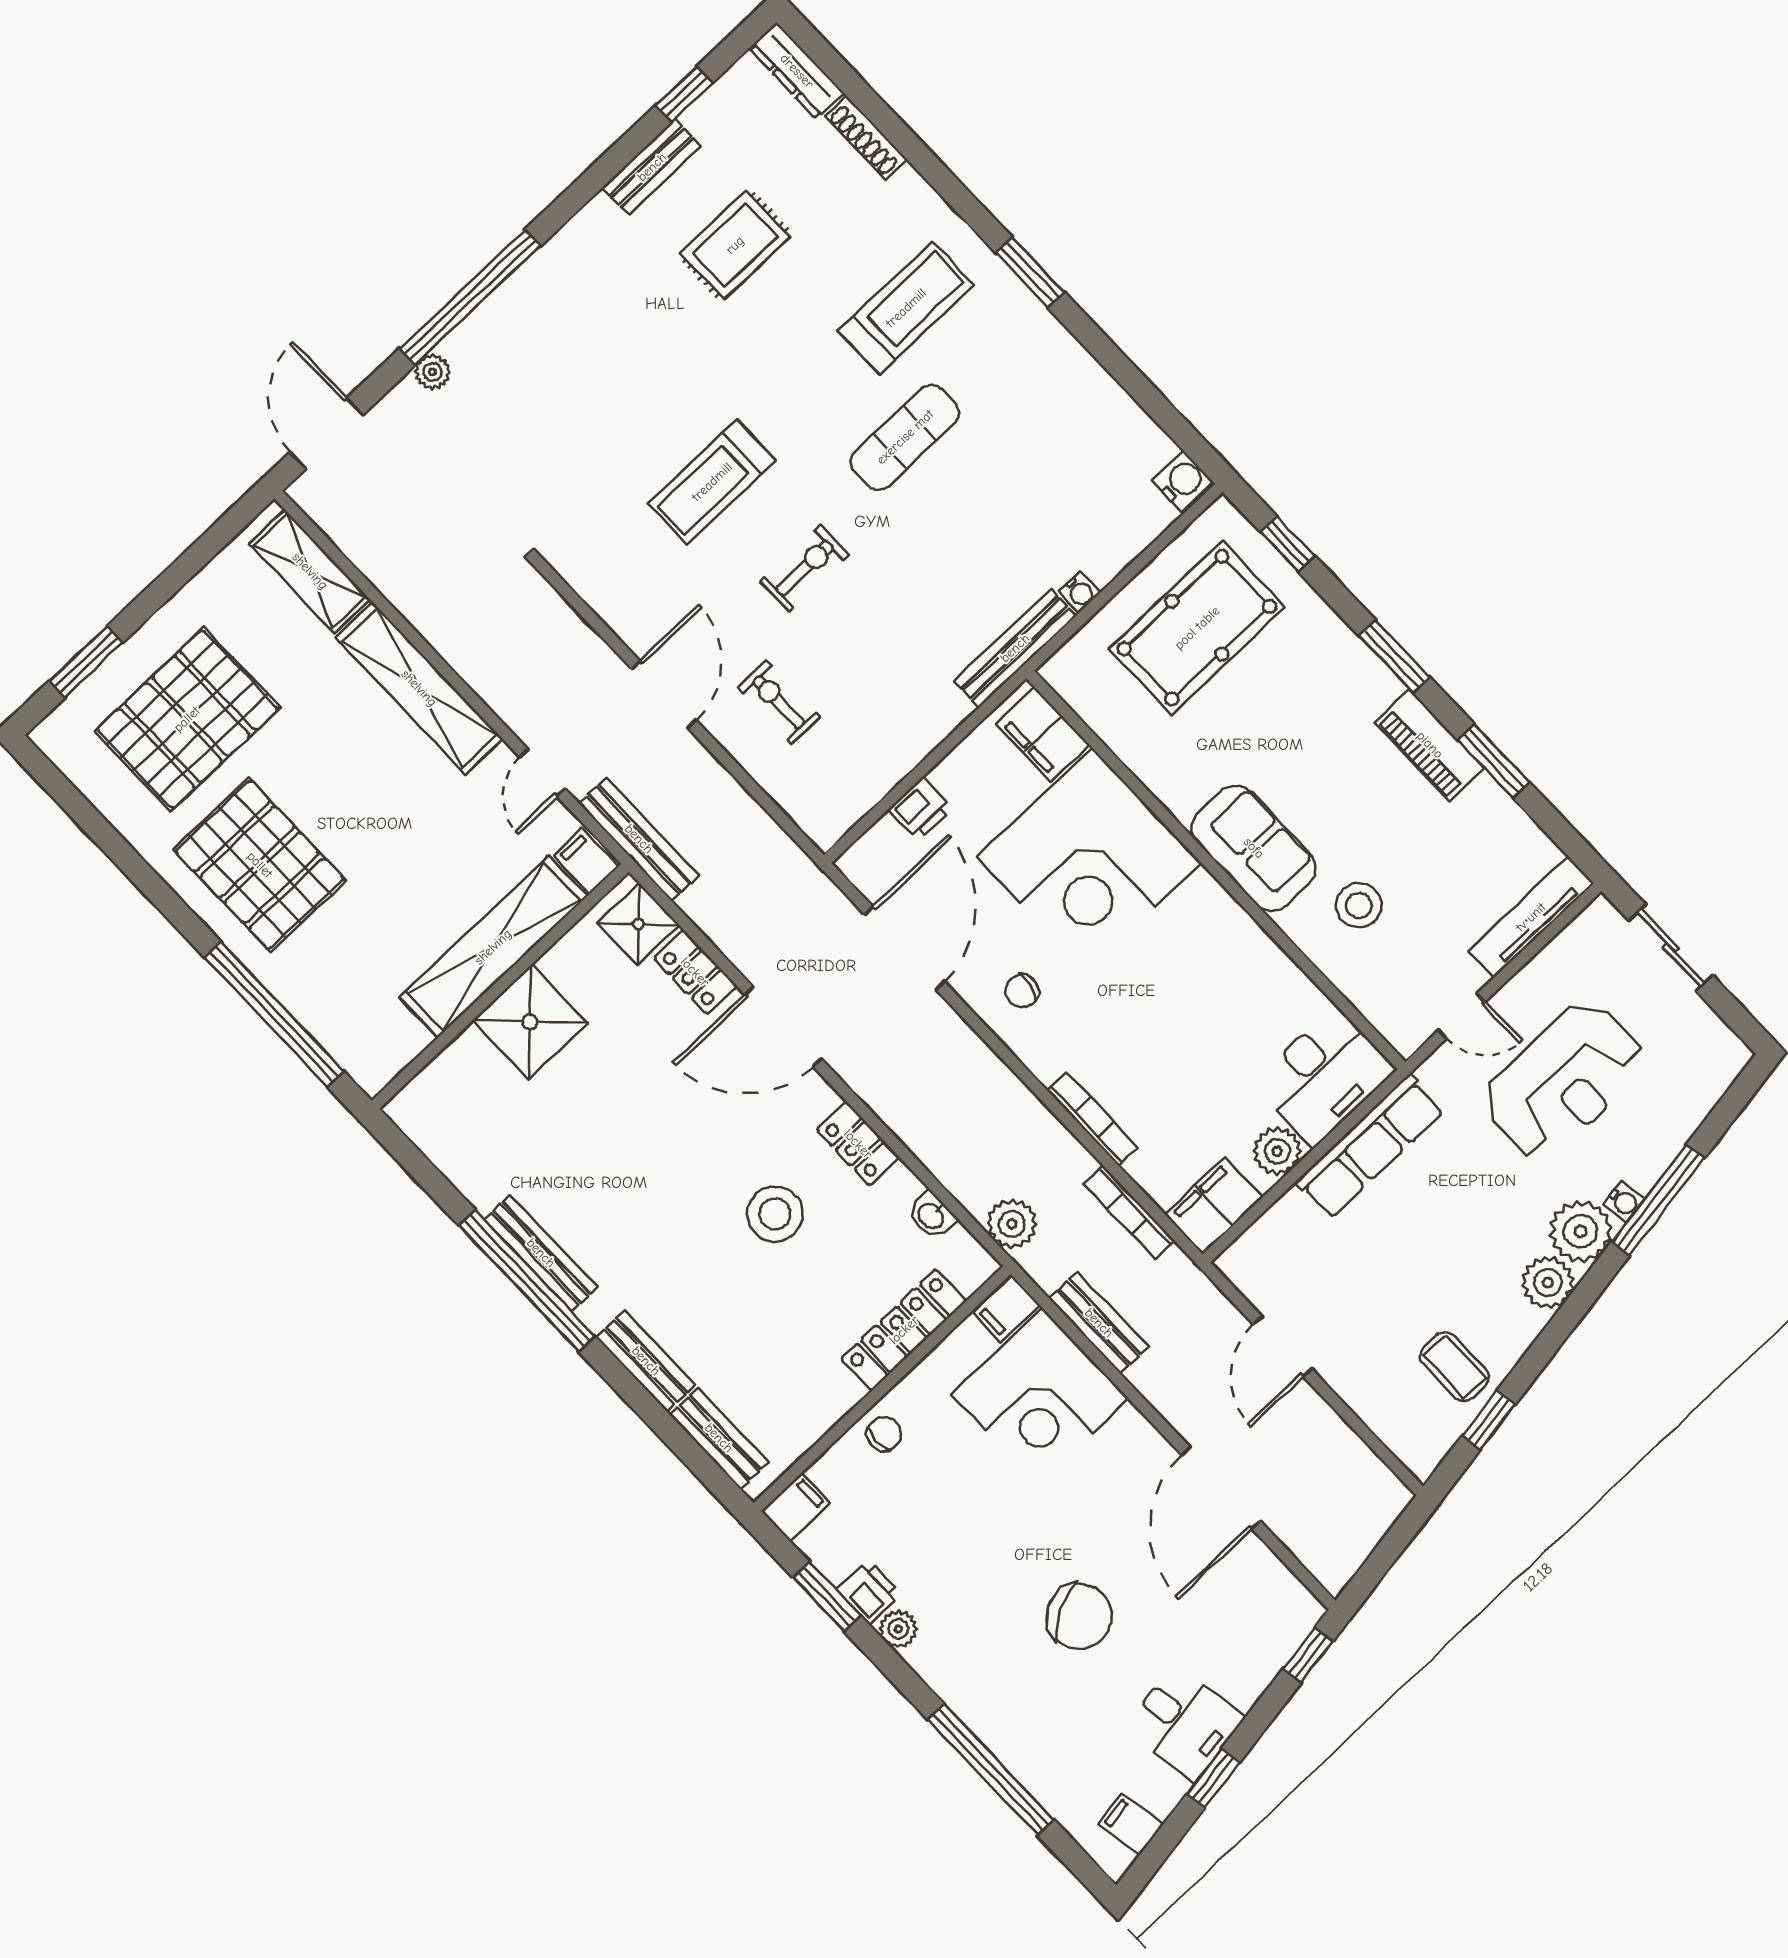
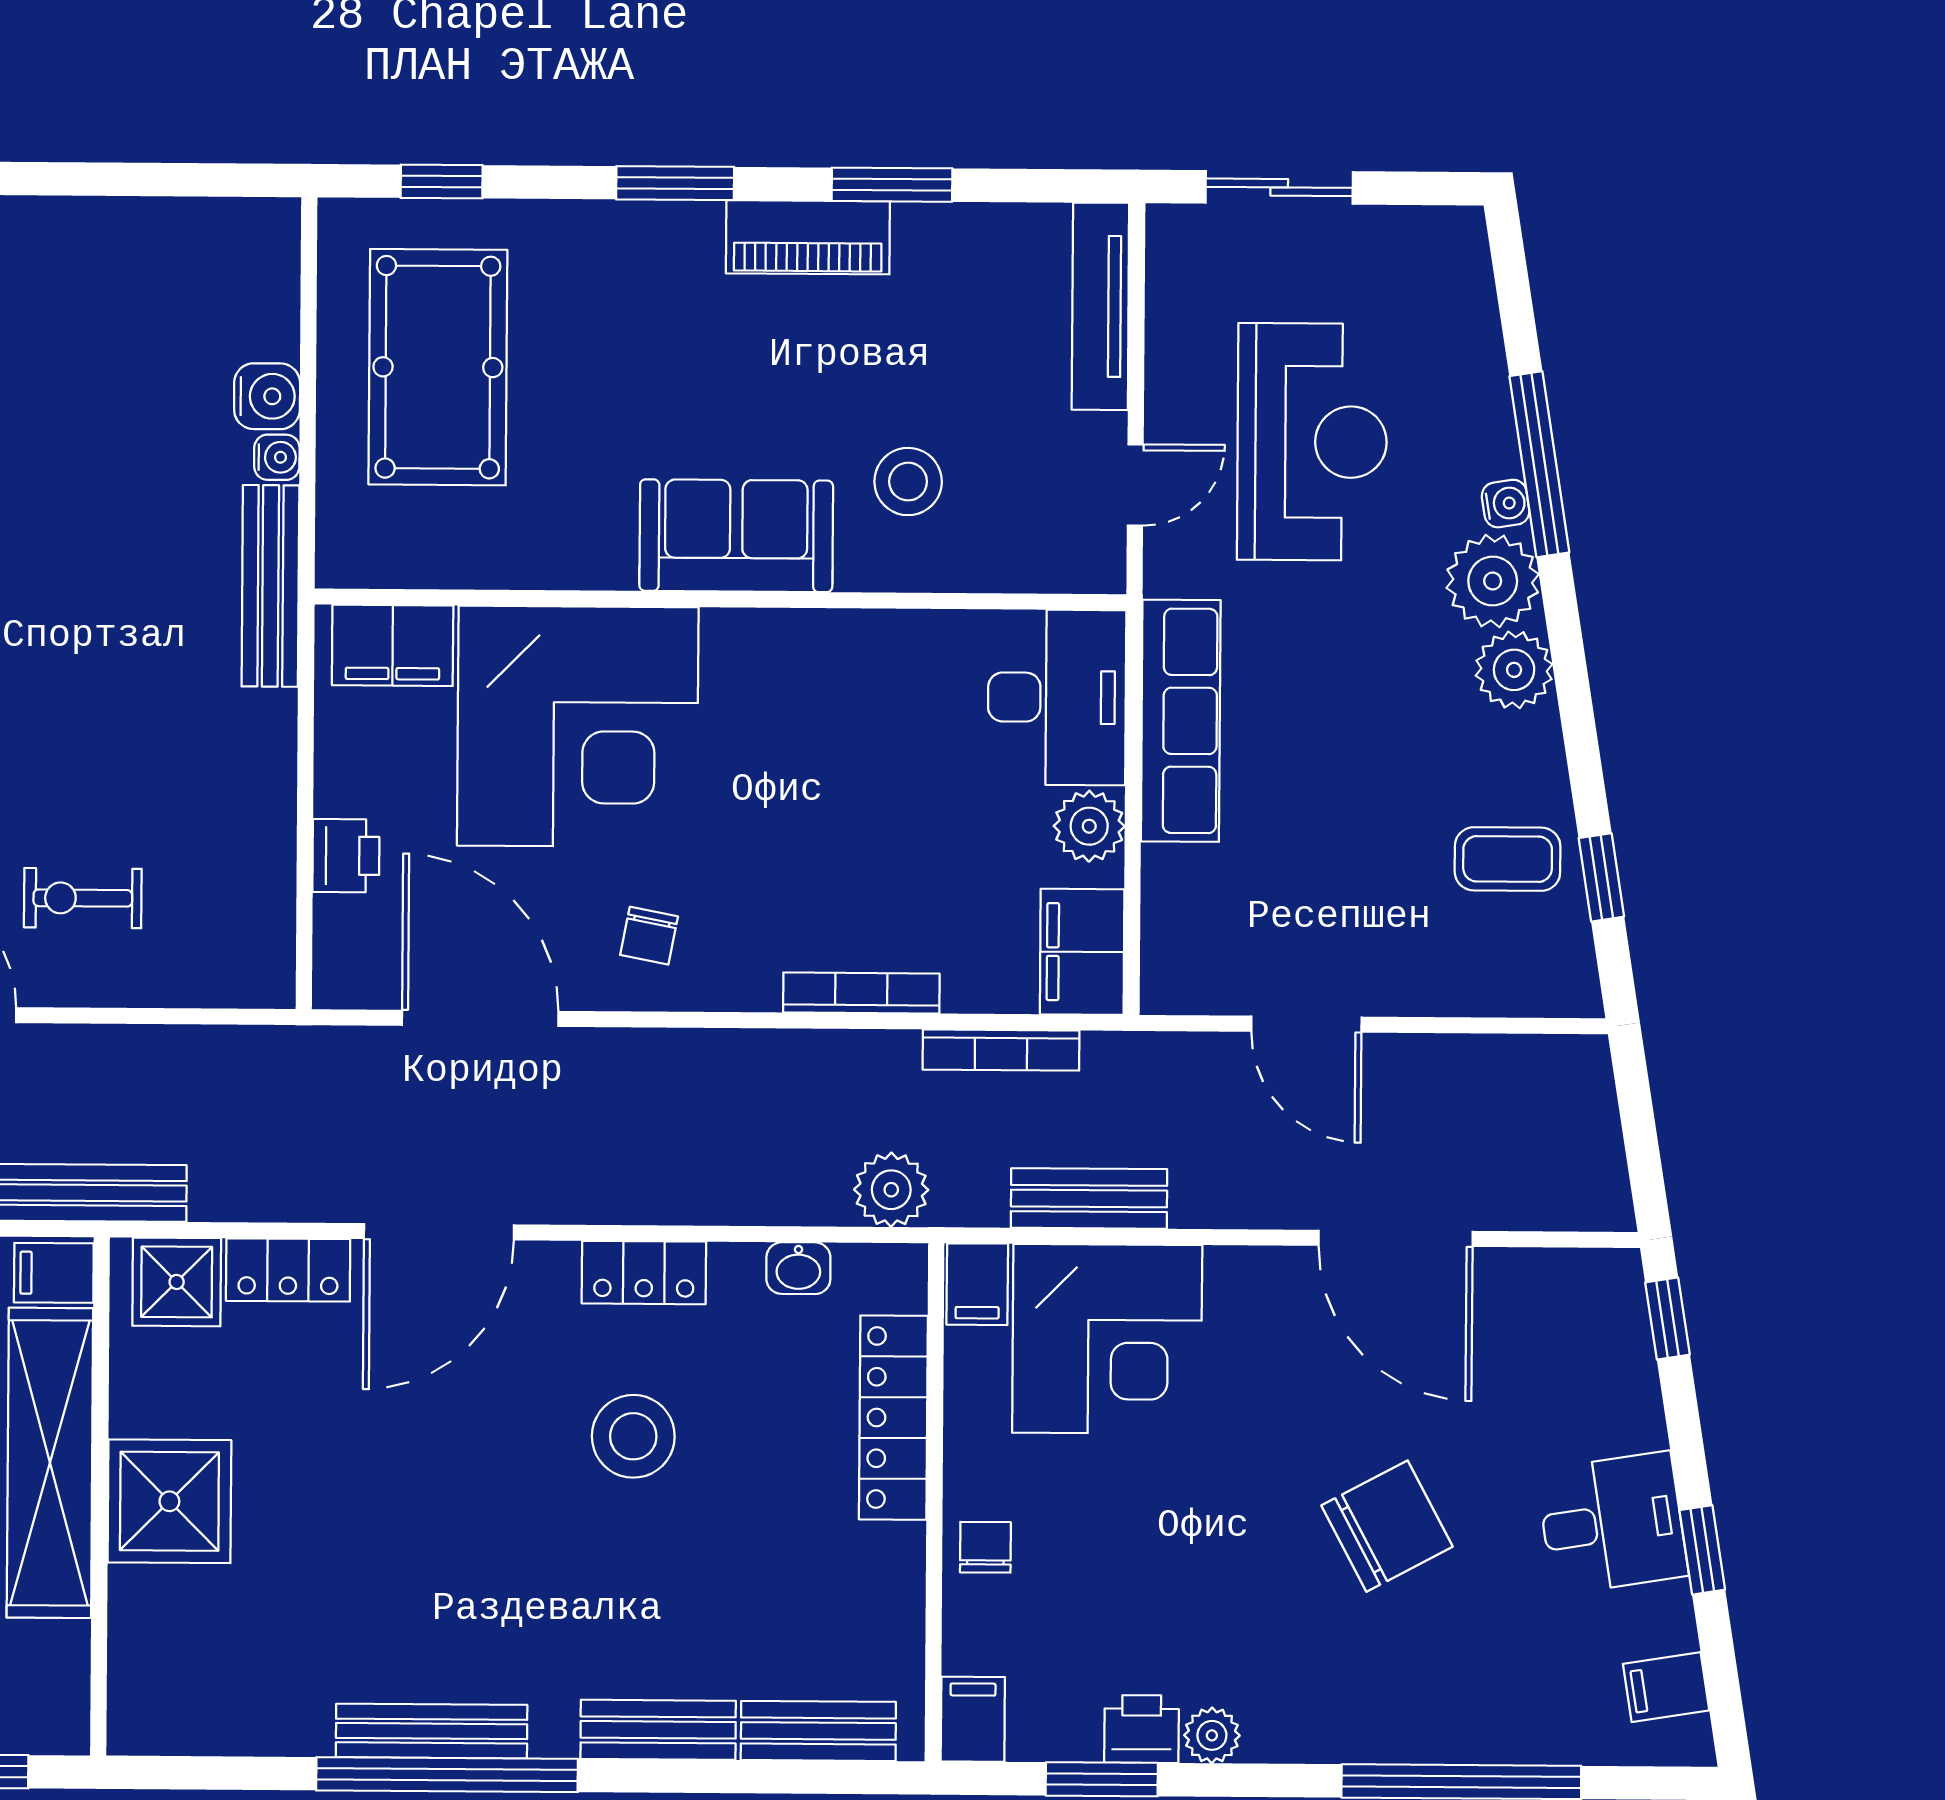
water cooler: (1183, 481) -> (267, 396), moved, turned 90

